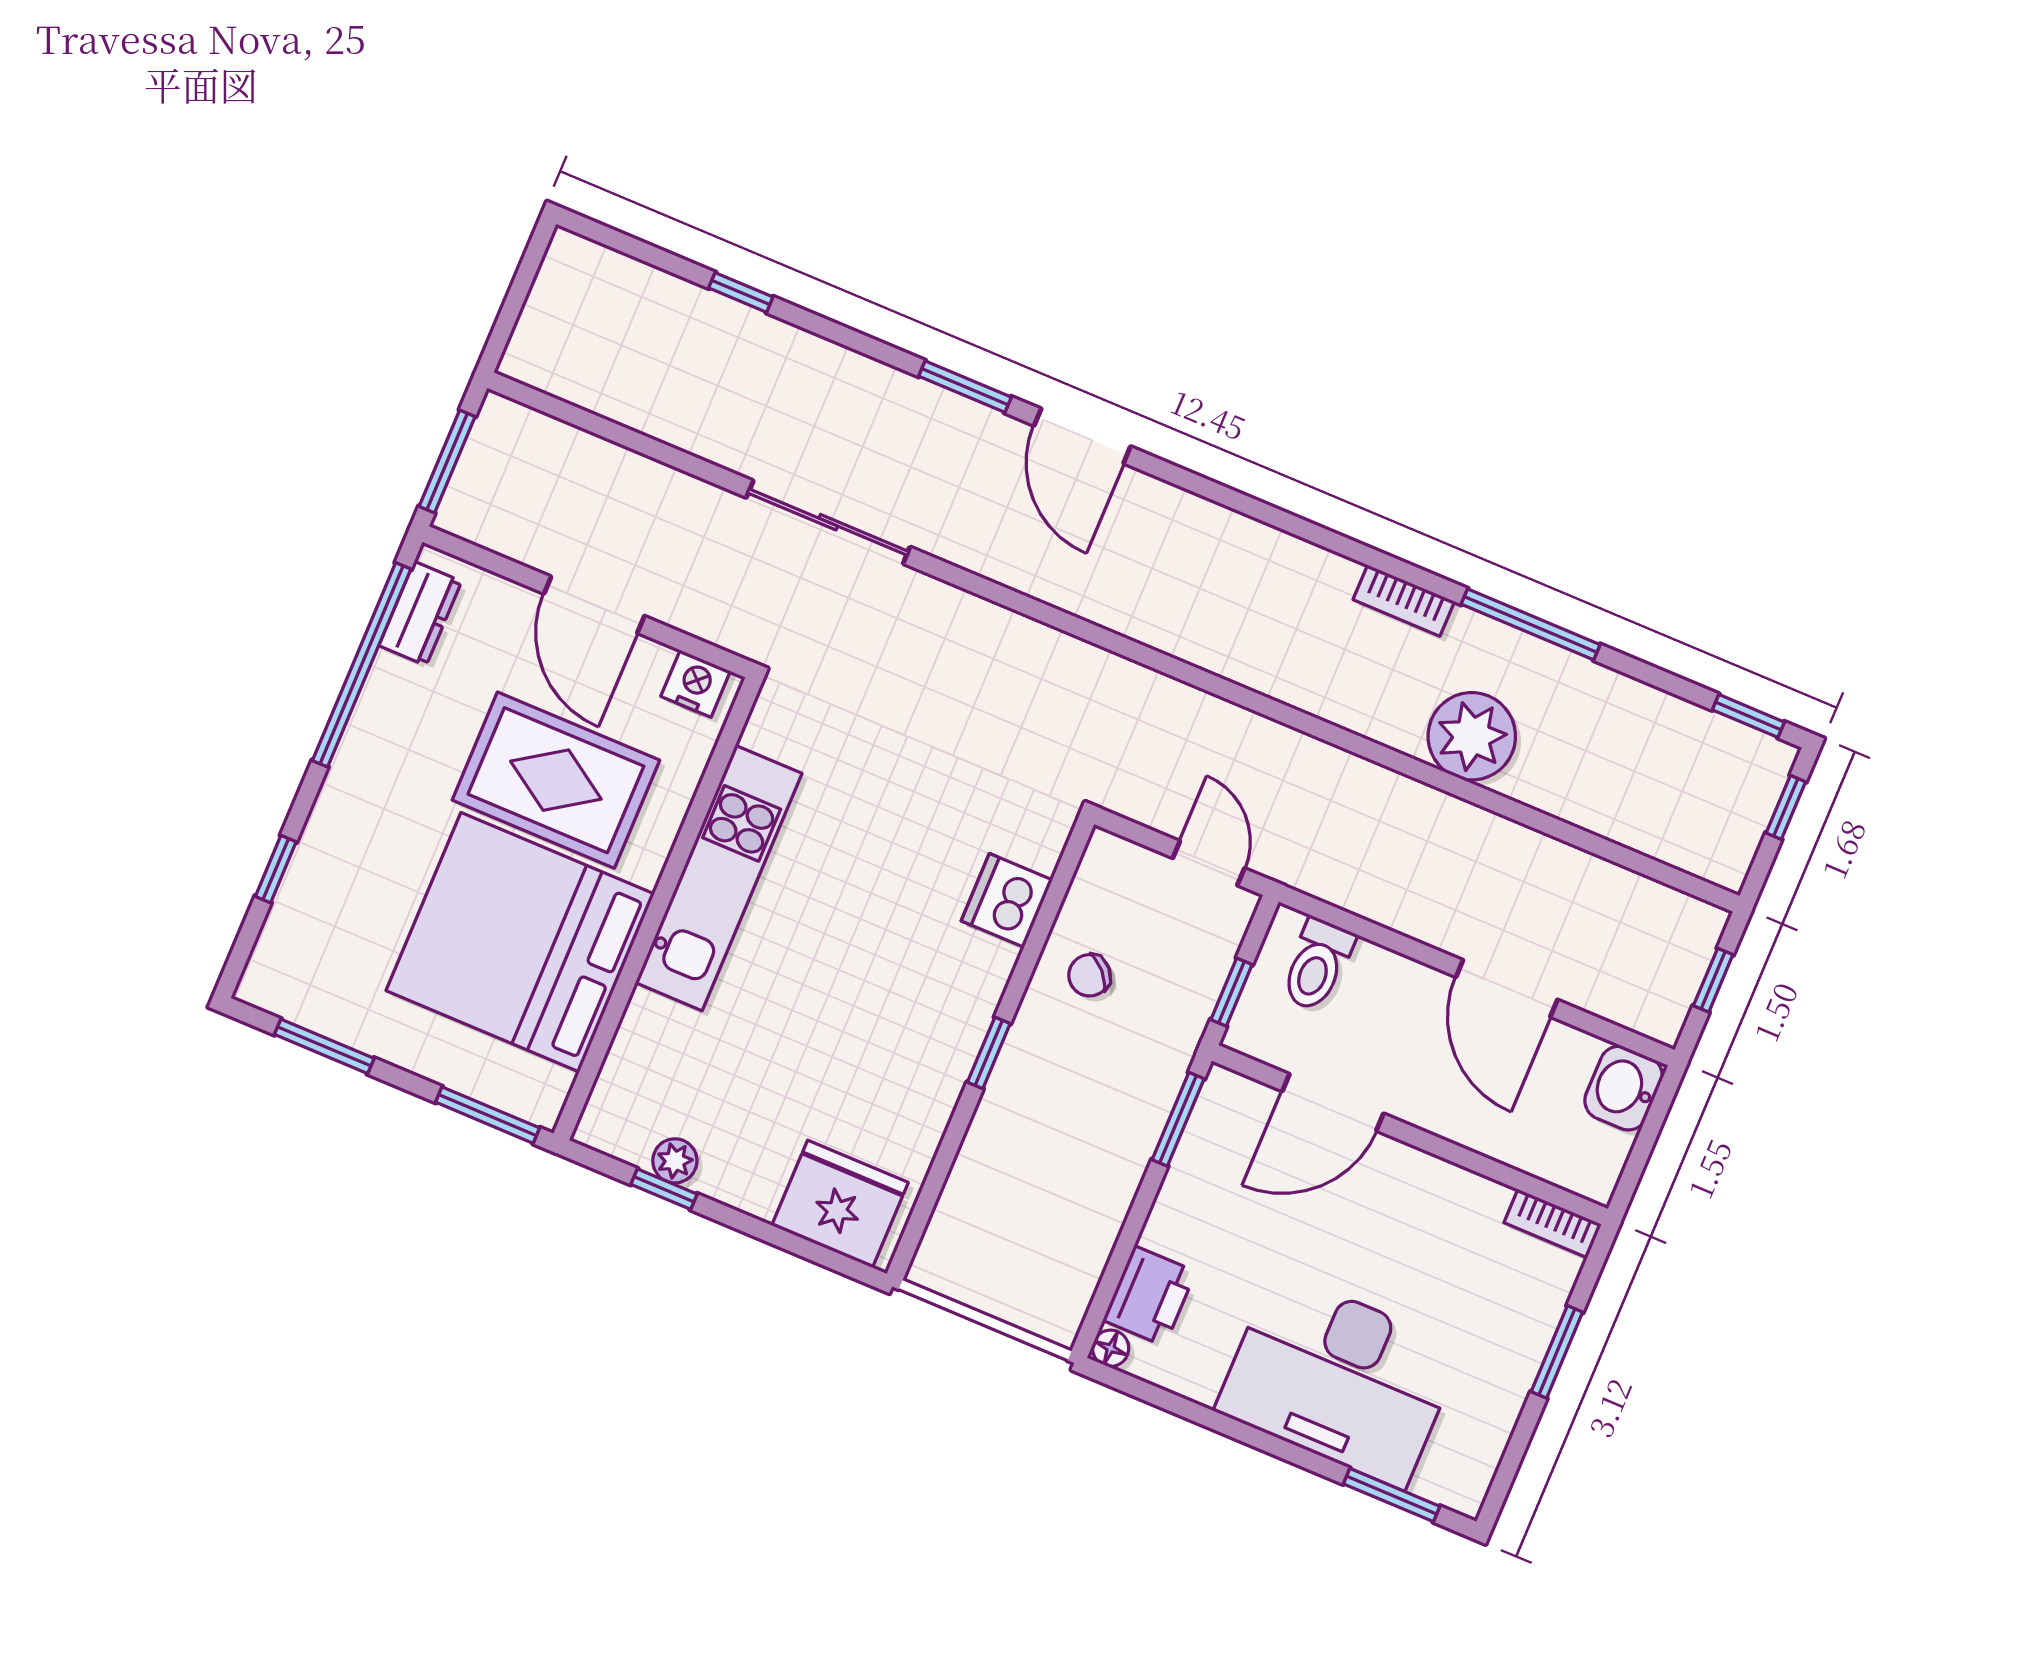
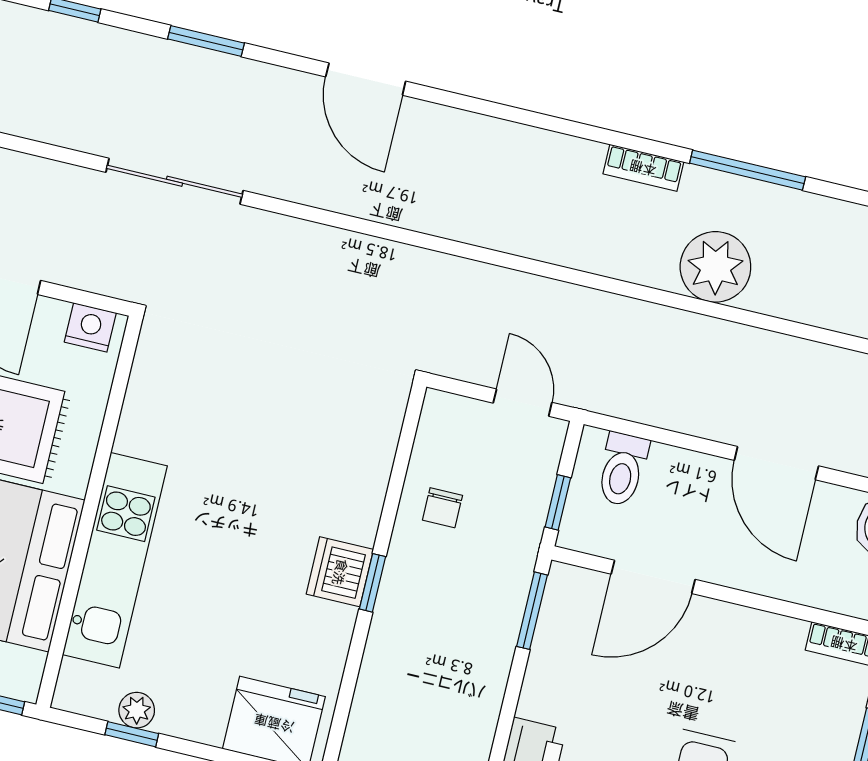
window: (965, 387) -> (206, 41), moved
kitchen unit: (719, 878) -> (115, 560), moved
dishwasher: (1007, 900) -> (340, 572), moved
chair: (1090, 975) -> (442, 508), turned -47

